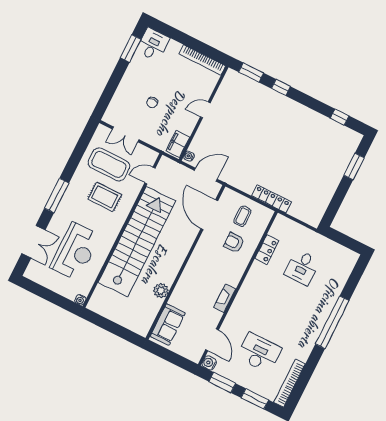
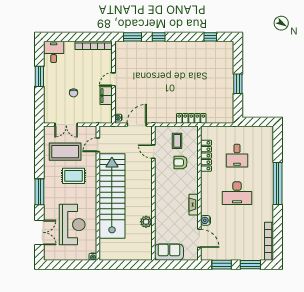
window: (131, 49) -> (39, 76), moved
filing cabinet: (178, 144) -> (106, 96), moved
window: (354, 166) -> (238, 84), moved
door: (209, 215) -> (153, 152), width x0.53
locker: (267, 250) -> (206, 156), width x1.53
sofa: (168, 325) -> (169, 252), moved, turned -90
desk: (259, 353) -> (237, 193), moved, turned 180
water cooler: (209, 363) -> (206, 220), moved

